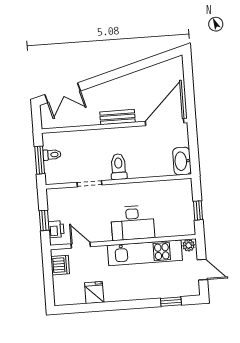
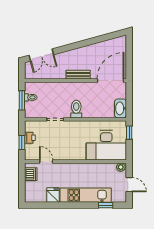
window: (198, 210) -> (129, 133), moved
desk: (133, 223) -> (106, 145), moved, width x1.36, depth x1.30
printer: (56, 229) -> (30, 138), moved
kitchen unit: (145, 253) -> (86, 195), moved, turned 180

